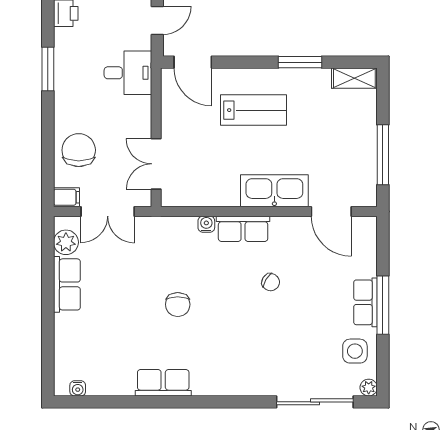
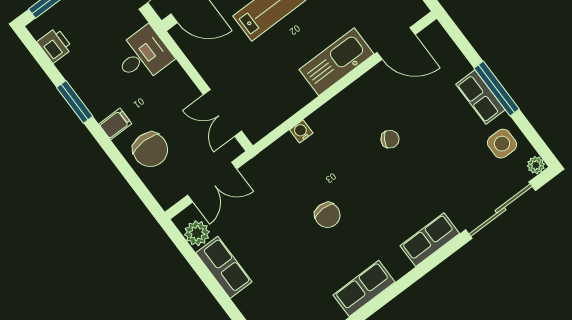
chair: (79, 150) -> (150, 150), turned 180
filing cabinet: (66, 197) -> (115, 124), moved
row of seats: (243, 229) -> (430, 240), moved, turned 180

